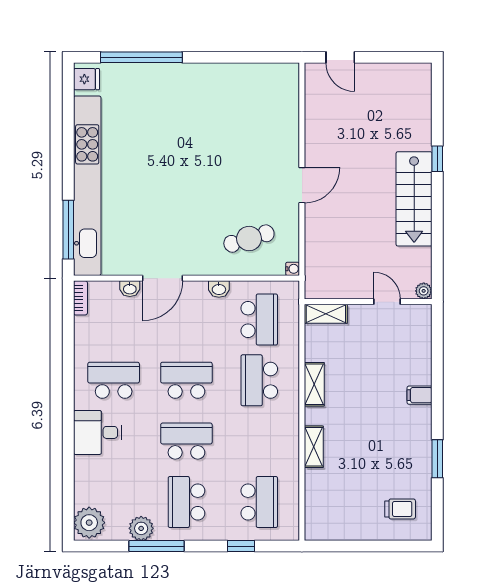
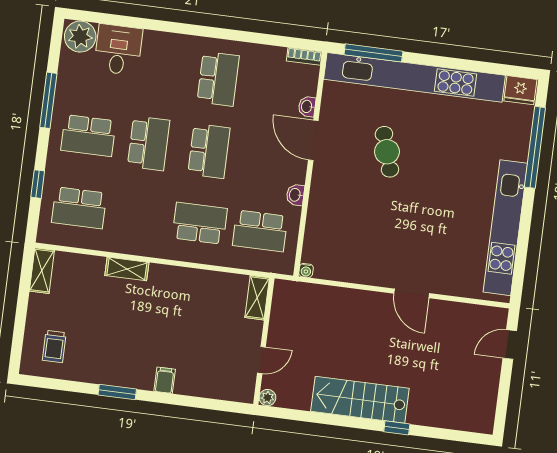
kitchen unit: (225, 76) -> (505, 228), added
fridge: (86, 79) -> (520, 90), width x1.38
door: (302, 185) -> (412, 293), moved
cafe table: (249, 239) -> (387, 152), moved
shelving: (314, 384) -> (42, 271), moved, turned 90
desk: (97, 432) -> (118, 50), moved
window: (437, 459) -> (117, 392), moved
school desk: (186, 502) -> (88, 136), turned 180
plant: (141, 528) -> (68, 87), removed

